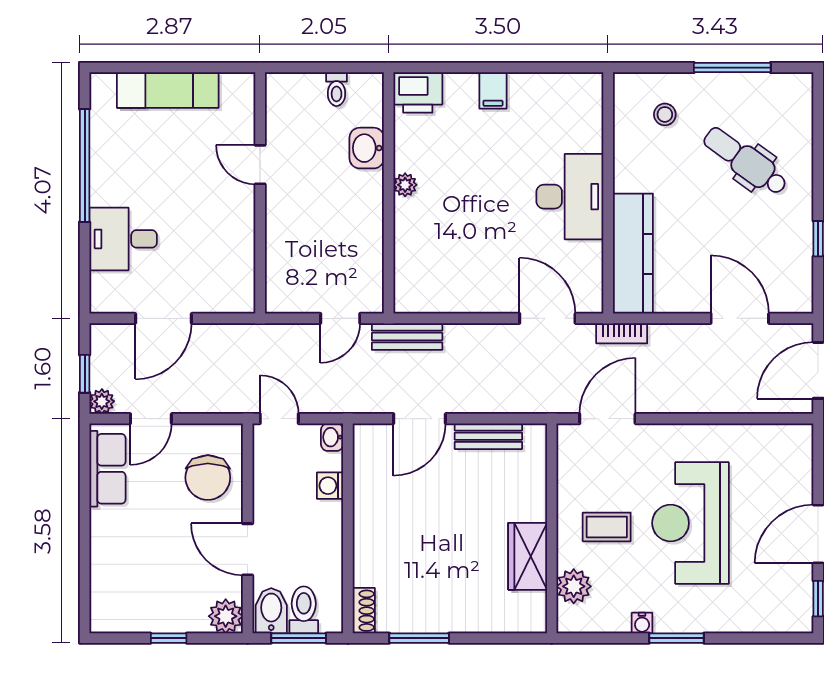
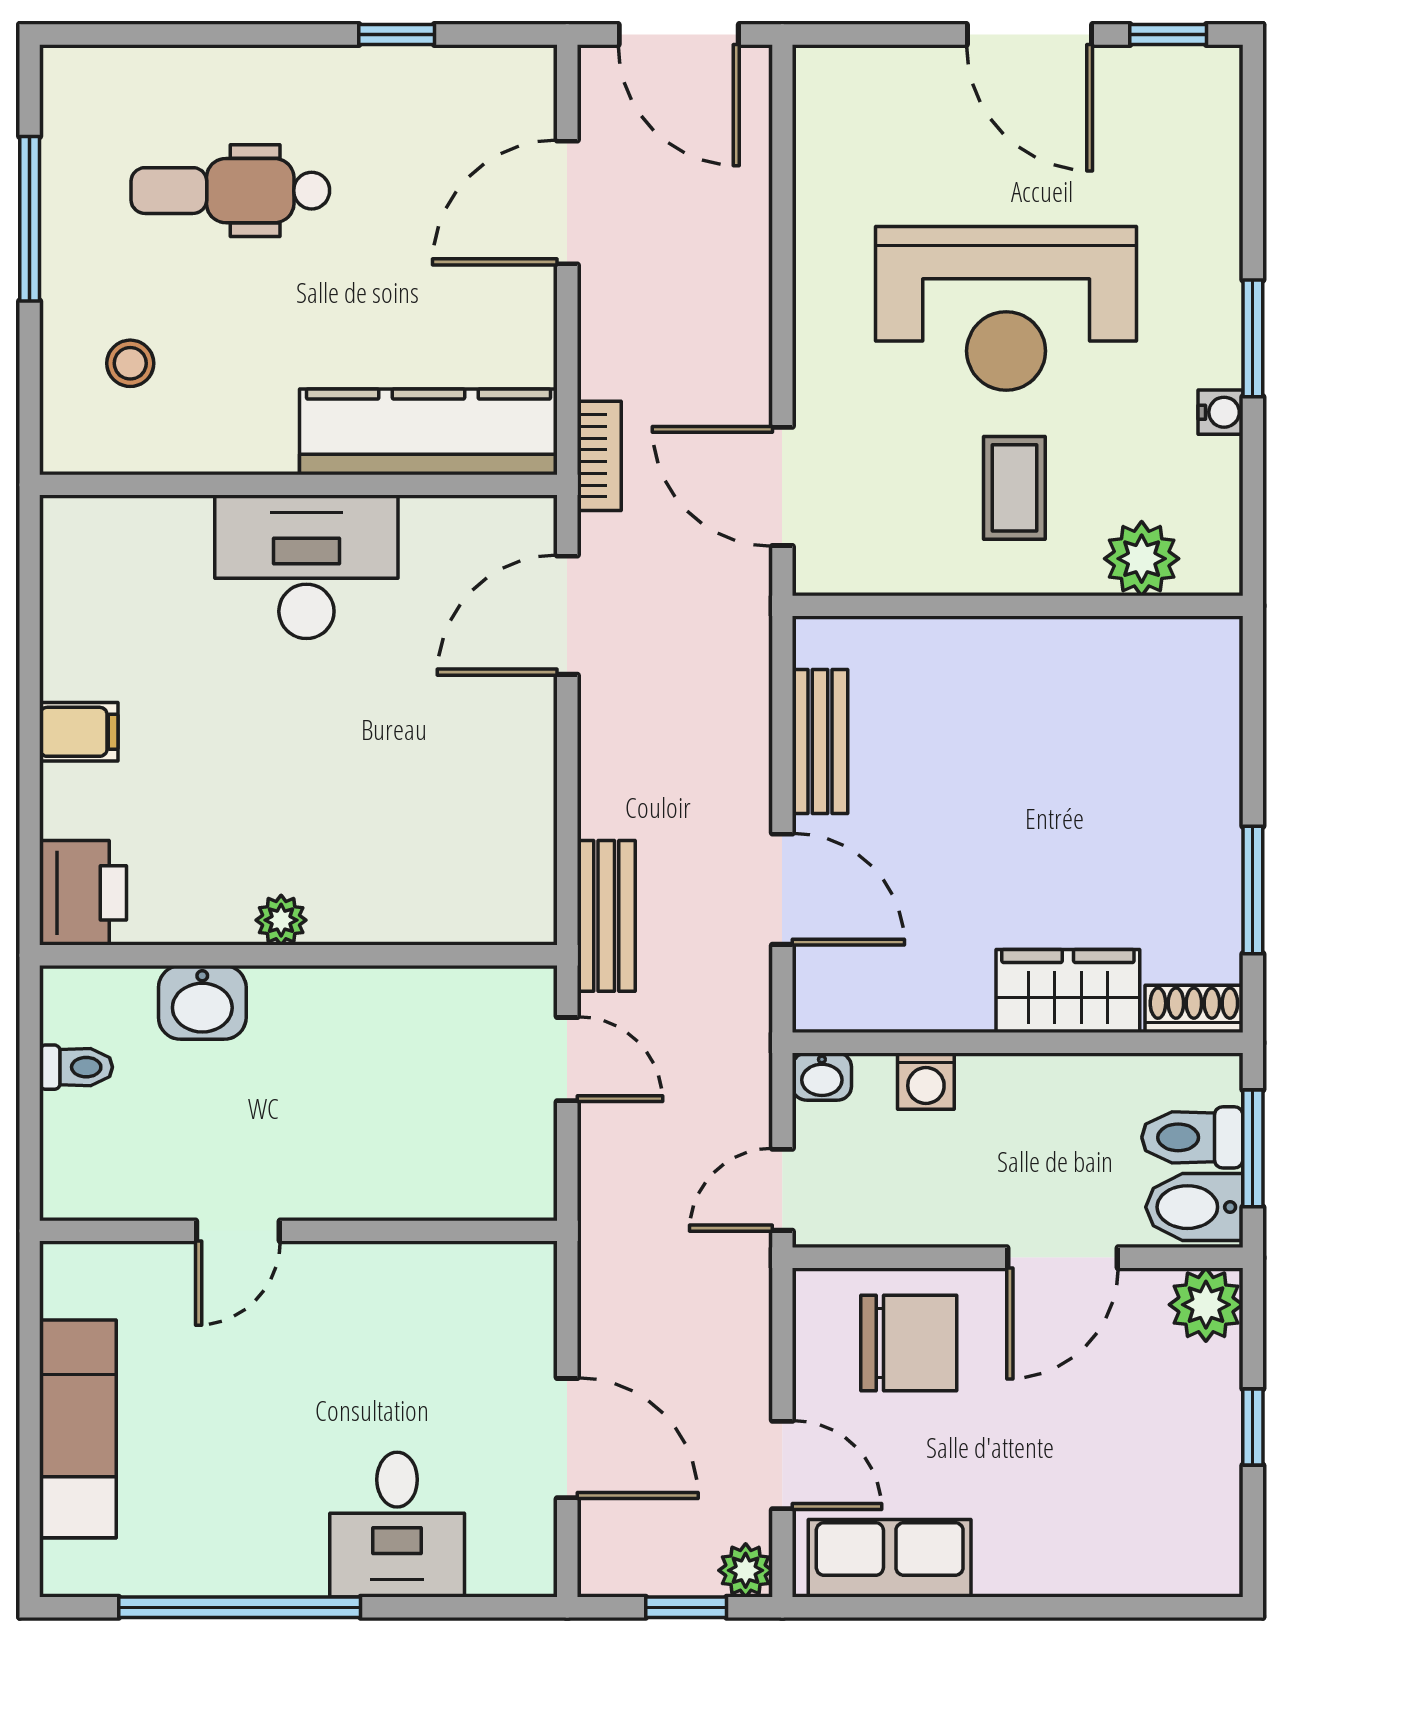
dental chair: (745, 161) -> (230, 191), turned 54
wardrobe: (528, 556) -> (1068, 991), moved, turned 180

